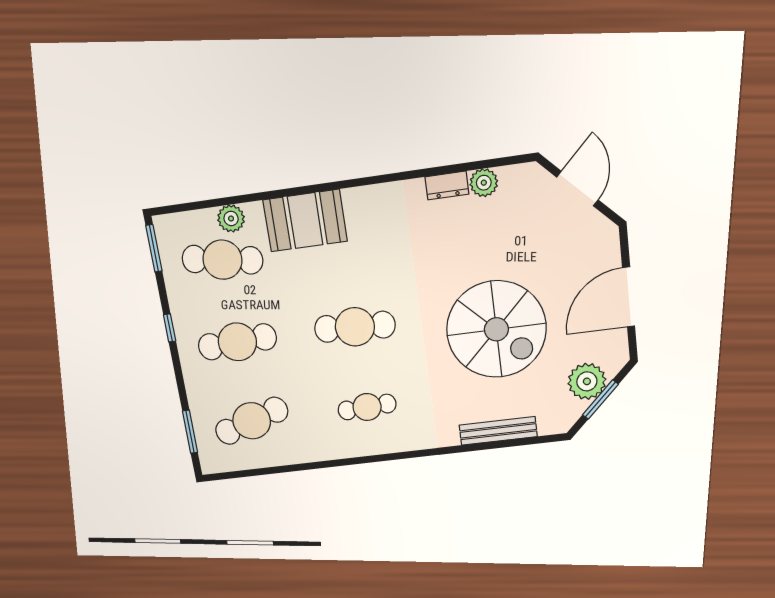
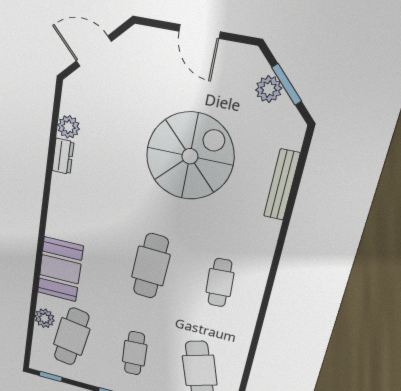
window: (154, 248) -> (51, 377), width x0.67
door: (629, 297) -> (199, 31), width x0.73
cafe table: (237, 342) -> (135, 353), width x0.73, depth x0.74
plant: (587, 381) -> (269, 89), width x0.73, depth x0.73

